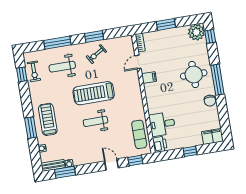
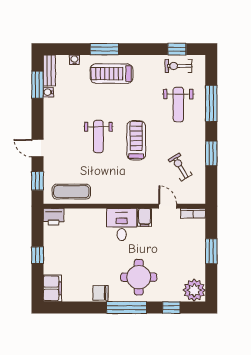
window: (210, 36) -> (171, 308), moved
exercise bike: (96, 54) -> (180, 167), moved
weight bench: (62, 67) -> (178, 105), turned 180
treadmill: (94, 93) -> (136, 140), width x0.73, depth x0.73
treadmill: (48, 119) -> (112, 74), turned 180
weight bench: (96, 121) -> (98, 137), turned 180
desk: (162, 124) -> (122, 224), moved
door: (112, 165) -> (37, 148), swing flipped

